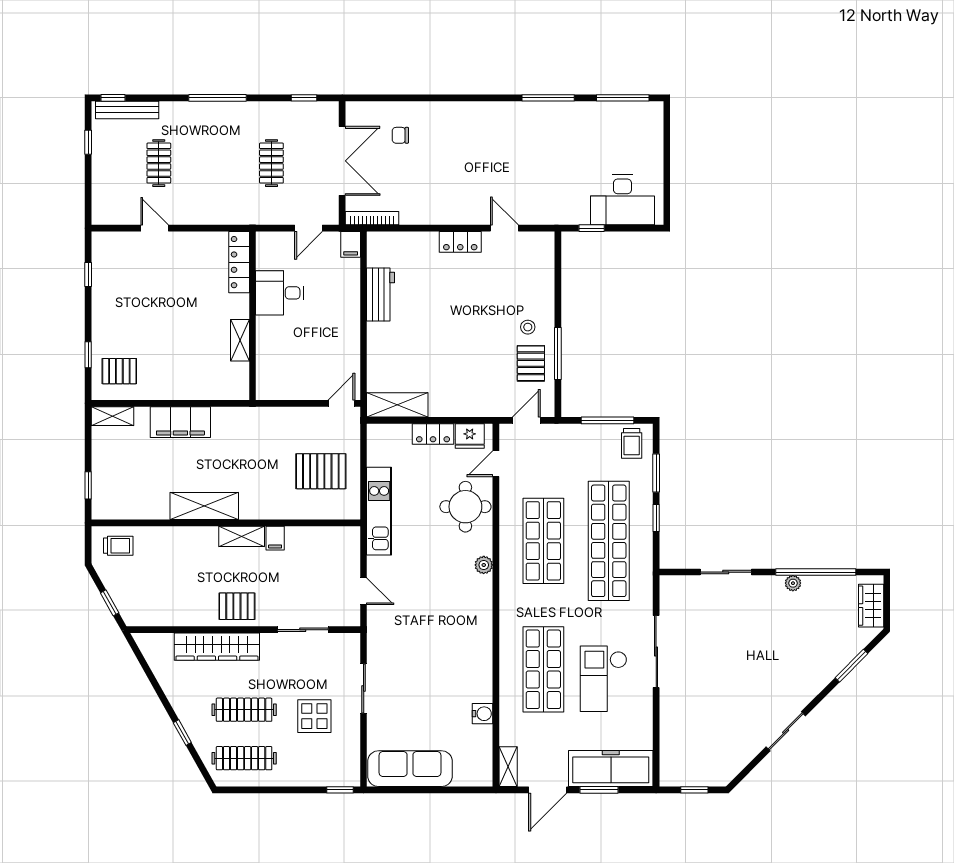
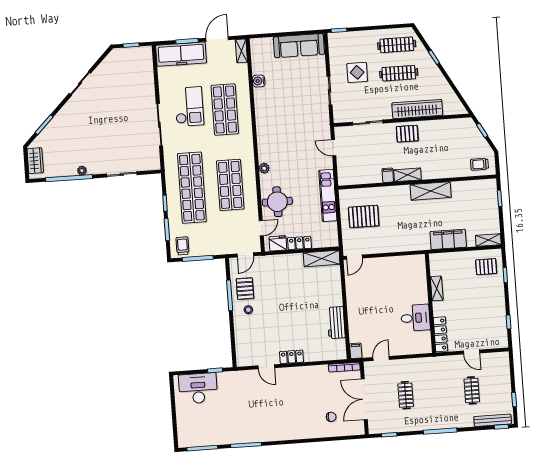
locker: (239, 262) -> (440, 334), moved
desk: (280, 293) -> (415, 318), moved
wall: (252, 316) -> (430, 303), moved
shelving: (240, 340) -> (437, 288), moved

